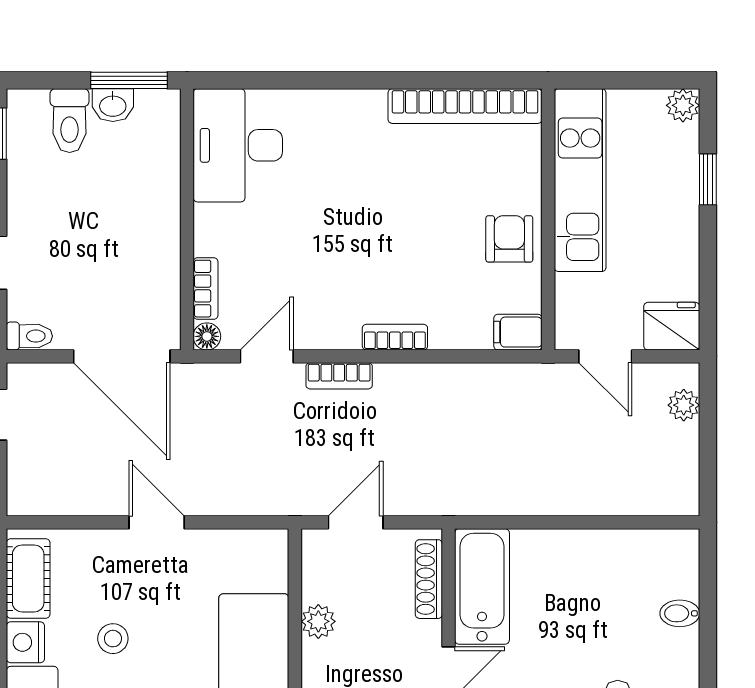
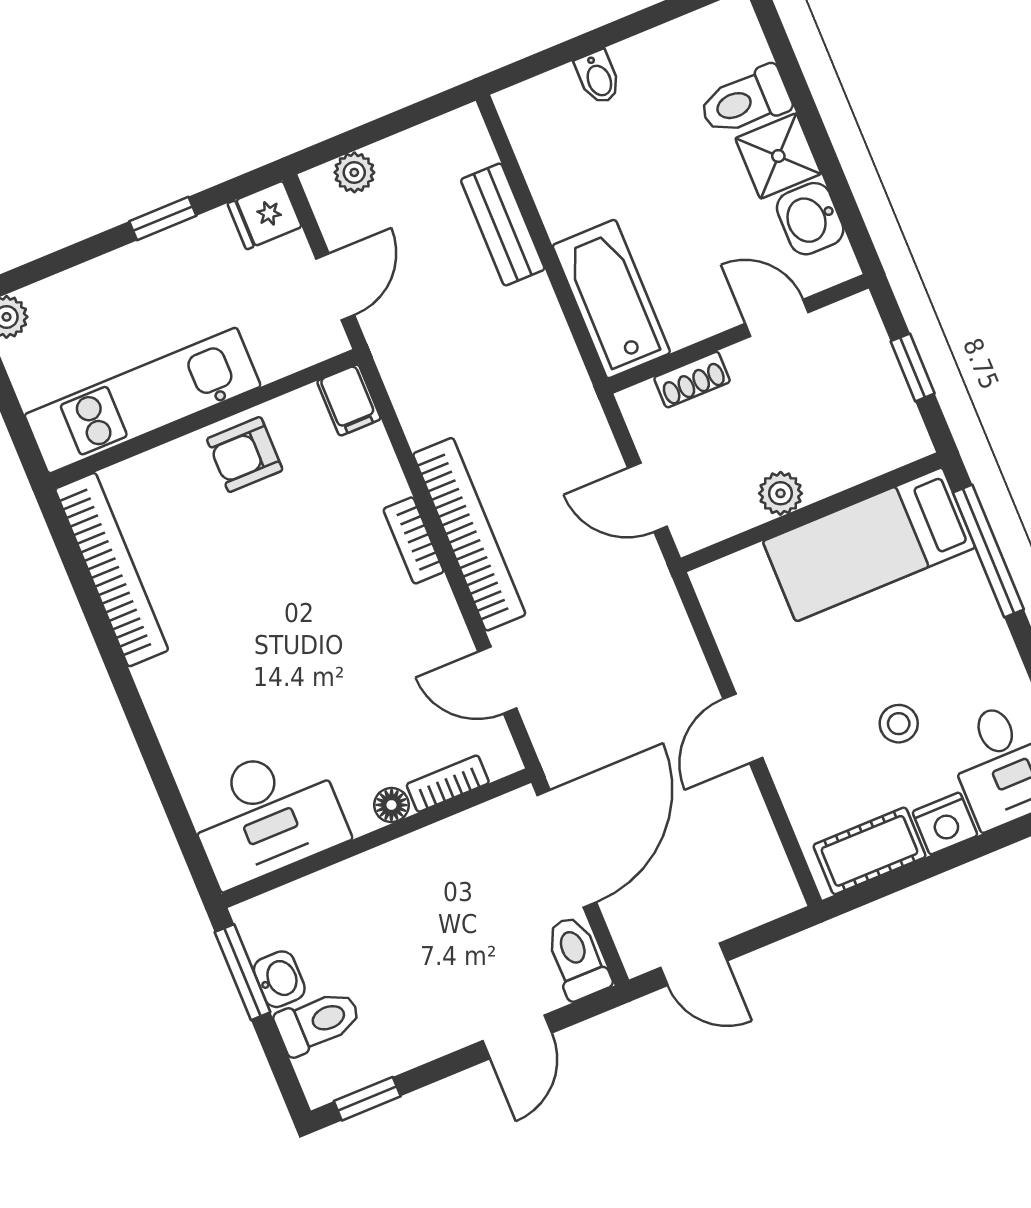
window: (708, 179) -> (163, 219), moved
fridge: (672, 326) -> (265, 215), width x0.72
toilet: (29, 336) -> (577, 958), width x1.37, depth x1.39
floor lamp: (207, 336) -> (391, 805), moved
bookcase: (339, 376) -> (469, 534), width x2.31, depth x1.31
bench: (600, 499) -> (503, 224), added
shoe rack: (429, 579) -> (692, 380), width x0.70
bathtub: (482, 586) -> (611, 299), moved, turned 90

